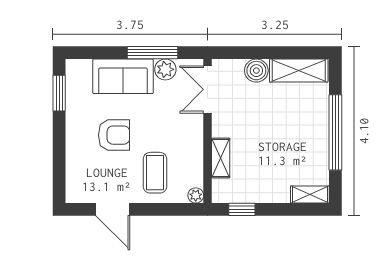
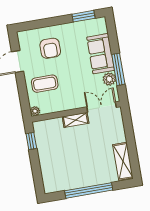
boiler: (256, 71) -> (118, 135), removed
armchair: (114, 135) -> (50, 48), moved
shelving: (221, 158) -> (76, 120), moved
shelving: (310, 195) -> (48, 181), removed

